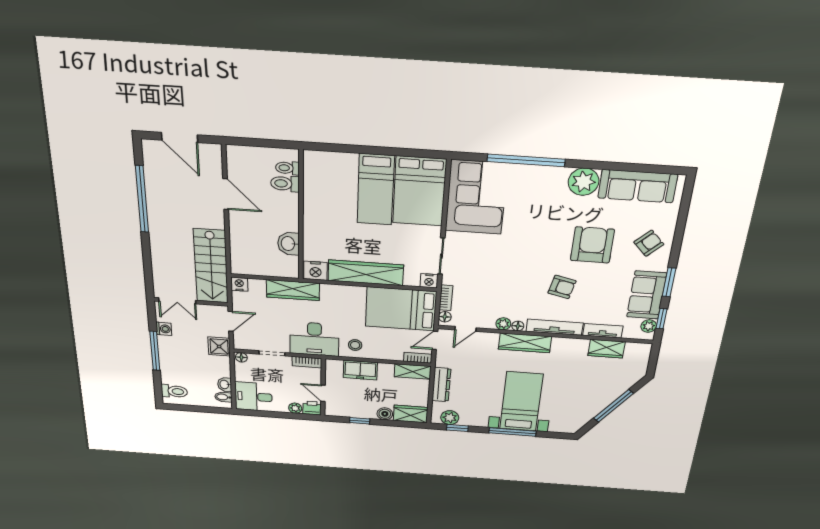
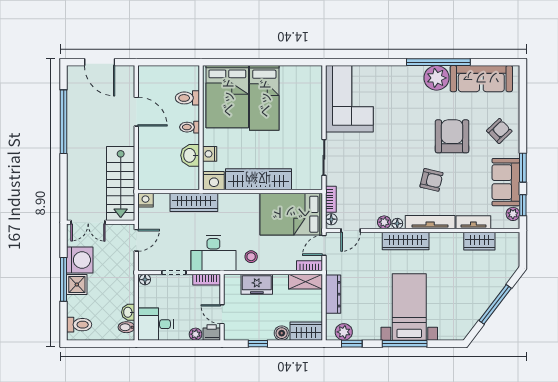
window: (526, 160) -> (438, 62), moved
toilet: (287, 168) -> (190, 127), moved
bed: (419, 191) -> (227, 97), moved
nightstand: (429, 281) -> (210, 154), moved, turned 90
washing machine: (164, 329) -> (80, 260), width x1.89, depth x1.89
shower: (219, 346) -> (77, 285), moved

